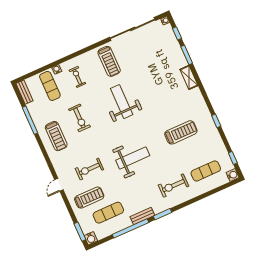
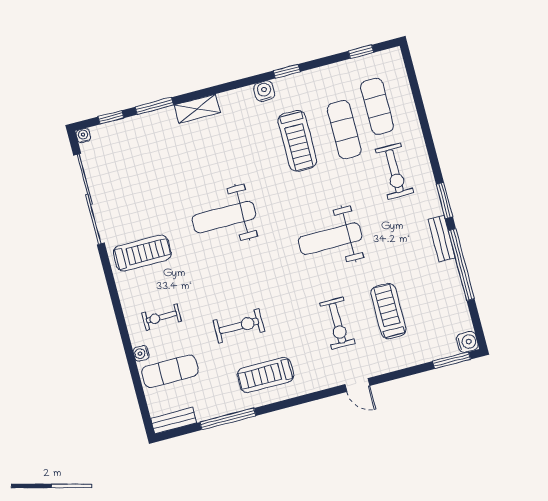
weight bench: (122, 102) -> (224, 217), moved
treadmill: (181, 132) -> (297, 141), turned 180
treadmill: (56, 136) -> (266, 375), turned 180
weight bench: (133, 158) -> (330, 239), turned -90
water cooler: (233, 175) -> (264, 91), moved
treadmill: (89, 198) -> (388, 311), moved
exercise mat: (108, 213) -> (344, 130), moved

